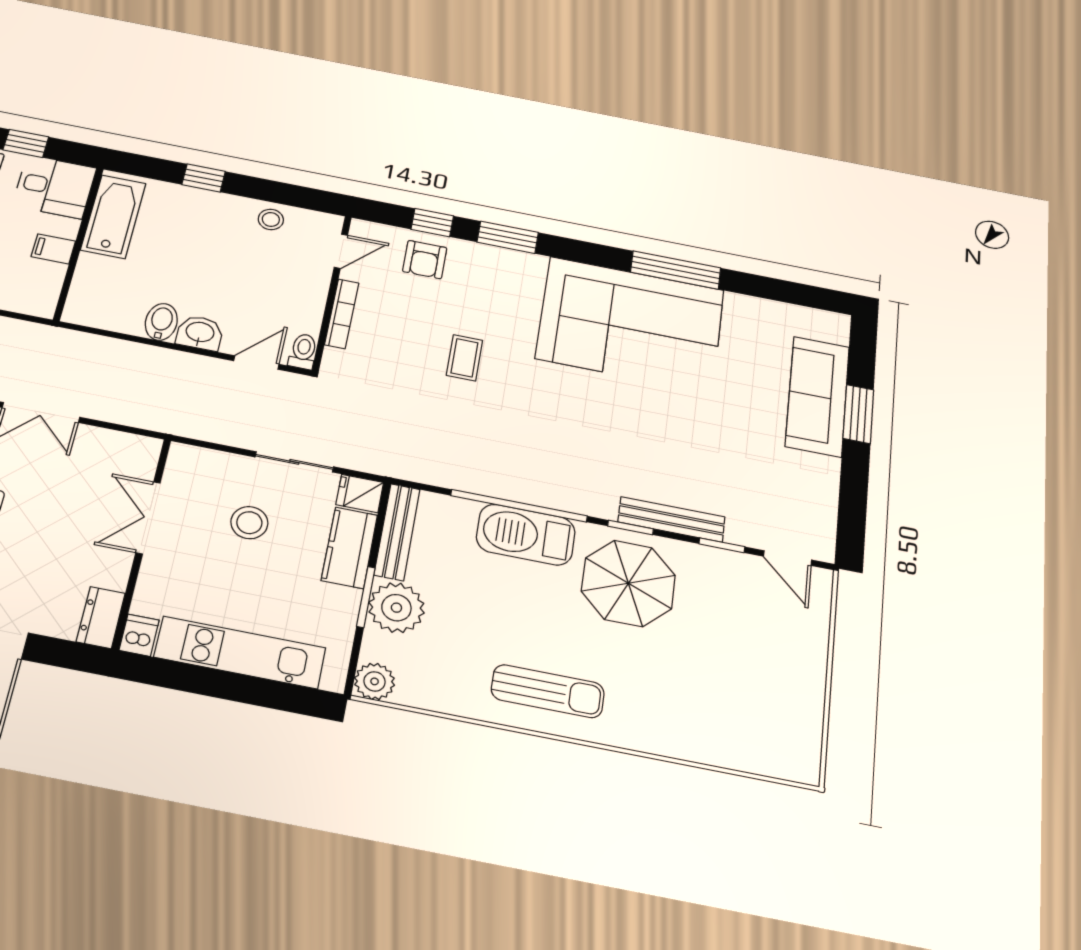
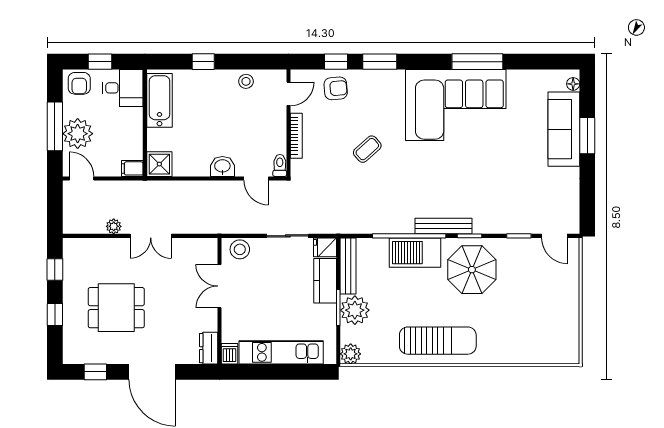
filing cabinet: (53, 249) -> (132, 168), moved
armchair: (425, 260) -> (336, 88), turned -95
shower: (87, 307) -> (159, 164), added
bidet: (161, 322) -> (201, 164), removed
floor lamp: (839, 334) -> (573, 84), added
coffee table: (464, 358) -> (367, 149), turned 48
door: (256, 362) -> (256, 178), swing flipped
bench: (671, 519) -> (444, 226), moved
stool: (249, 523) -> (240, 249), moved
sun lounger: (548, 691) -> (438, 341), width x1.36, depth x1.34

